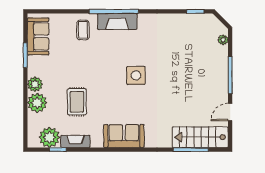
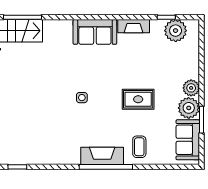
side table: (136, 75) -> (82, 98), width x0.54, depth x0.54
rug: (77, 102) -> (138, 99), moved, turned 90
plant: (37, 103) -> (189, 108), moved
fireplace: (75, 141) -> (134, 26), moved

